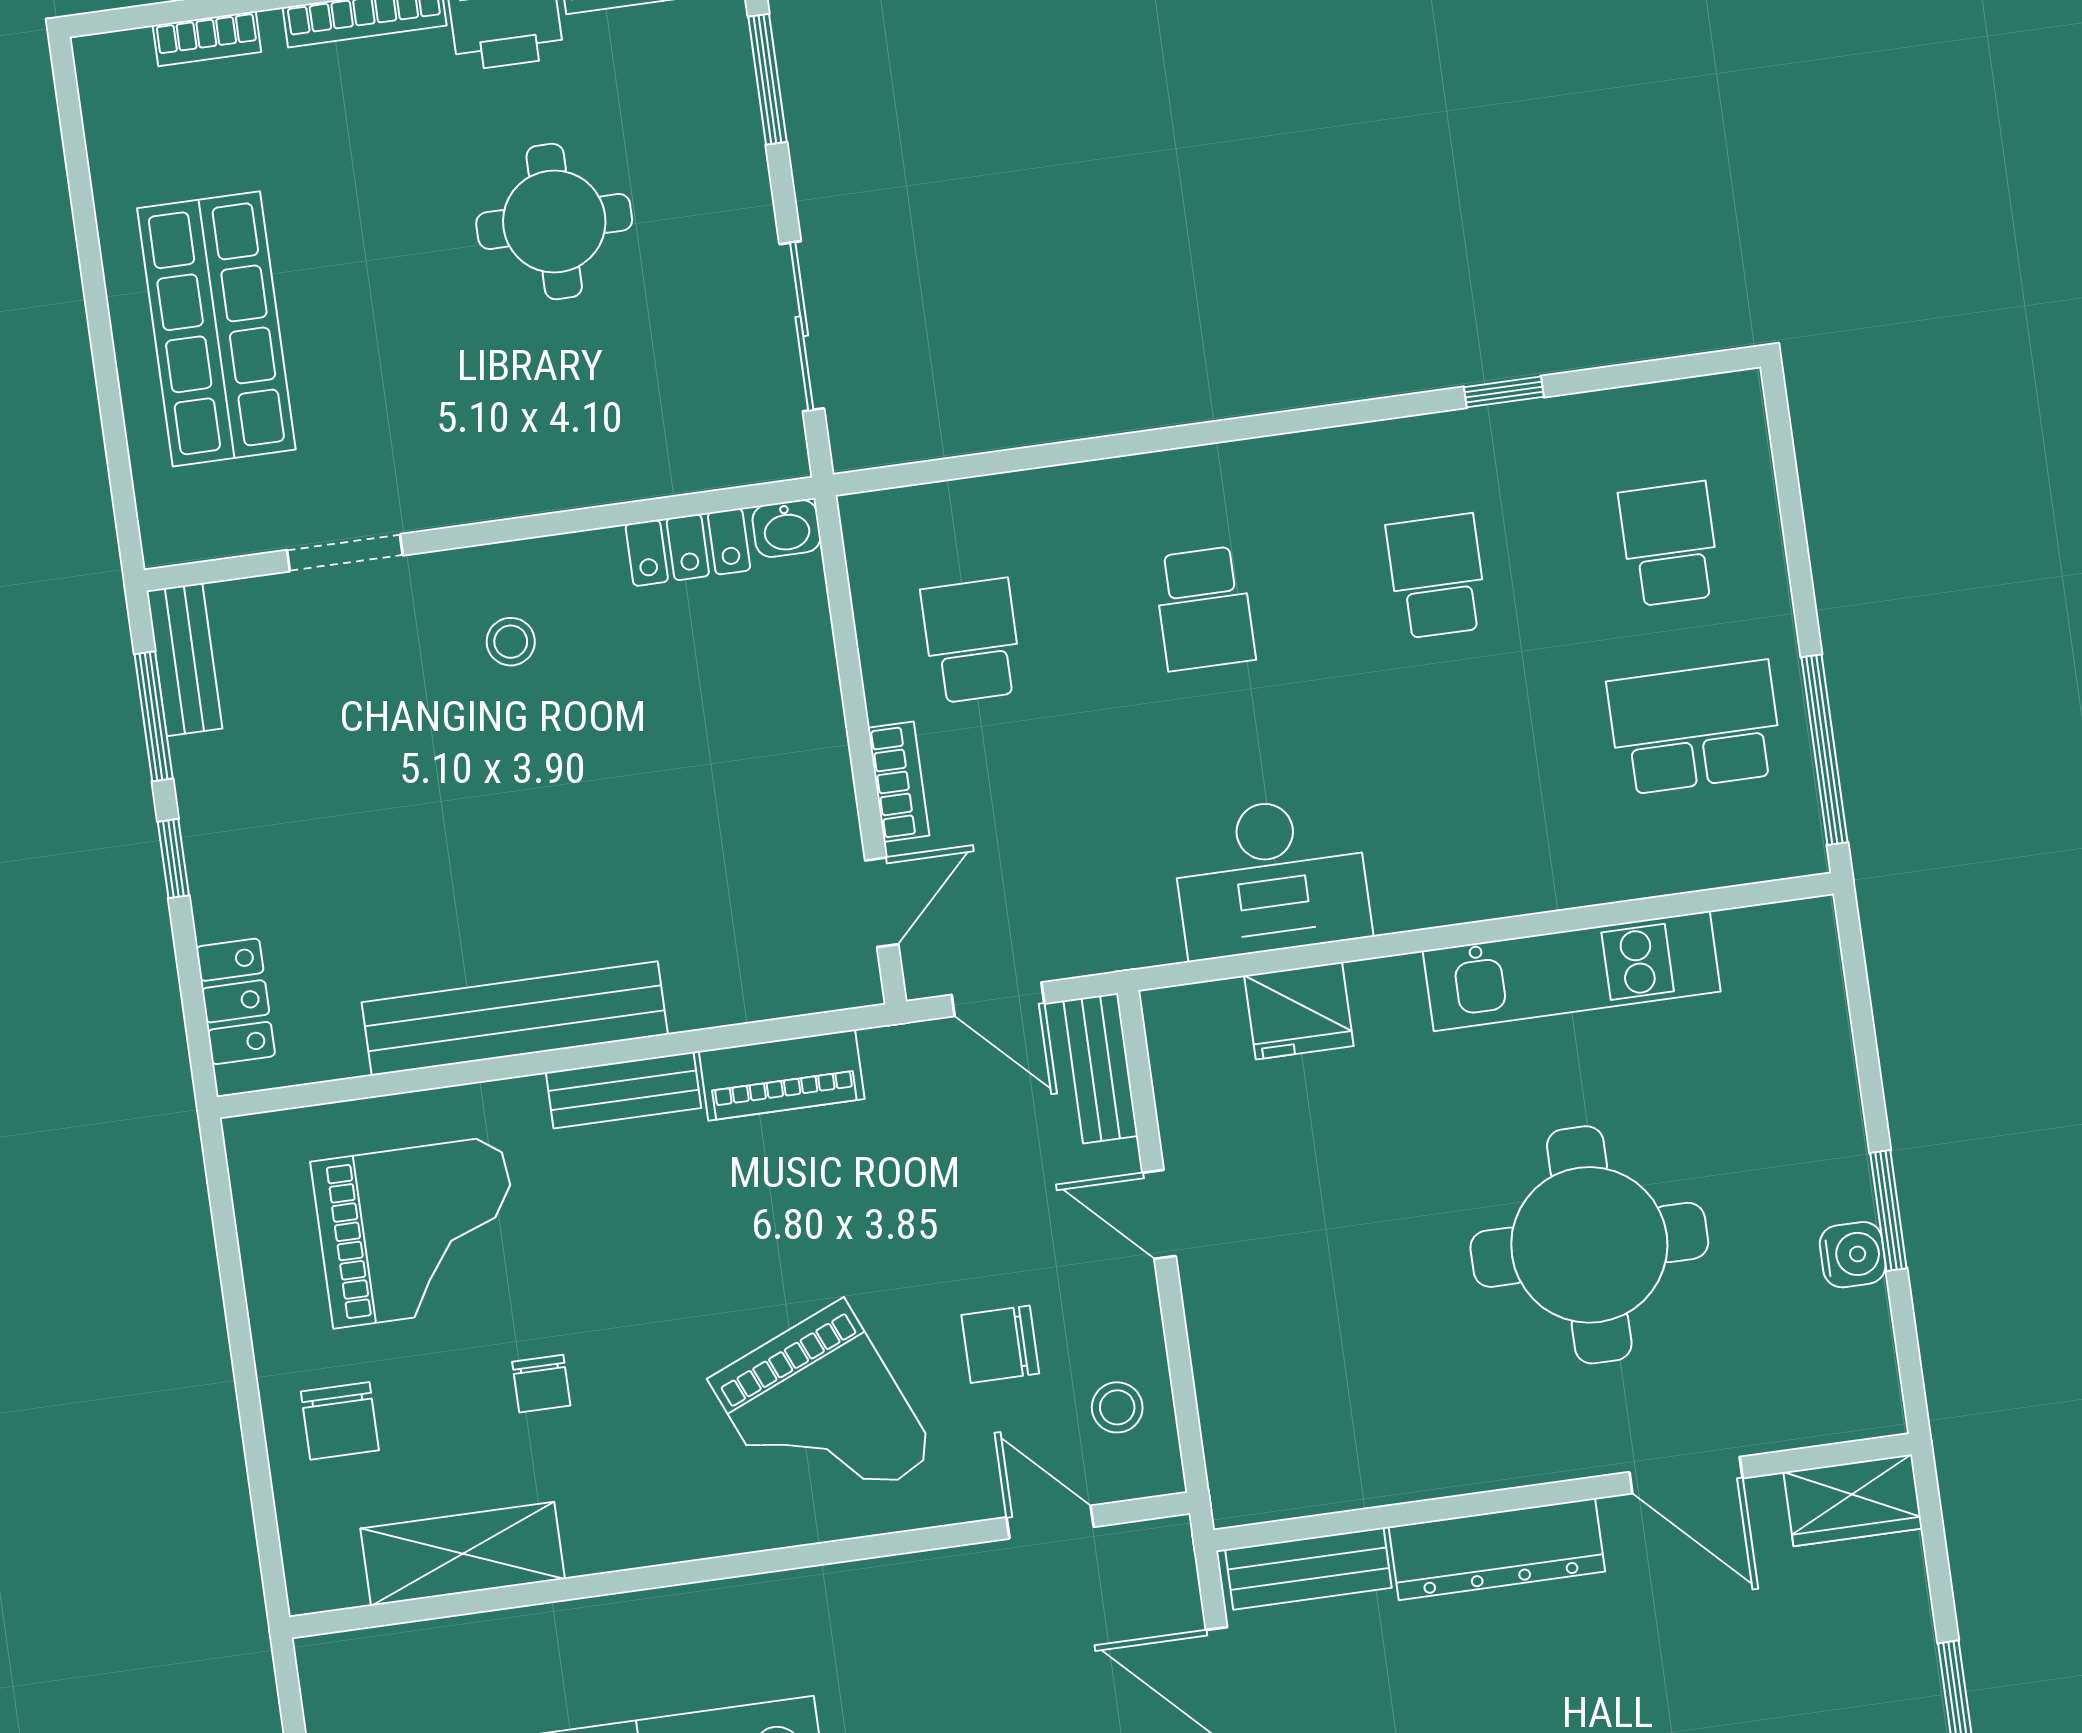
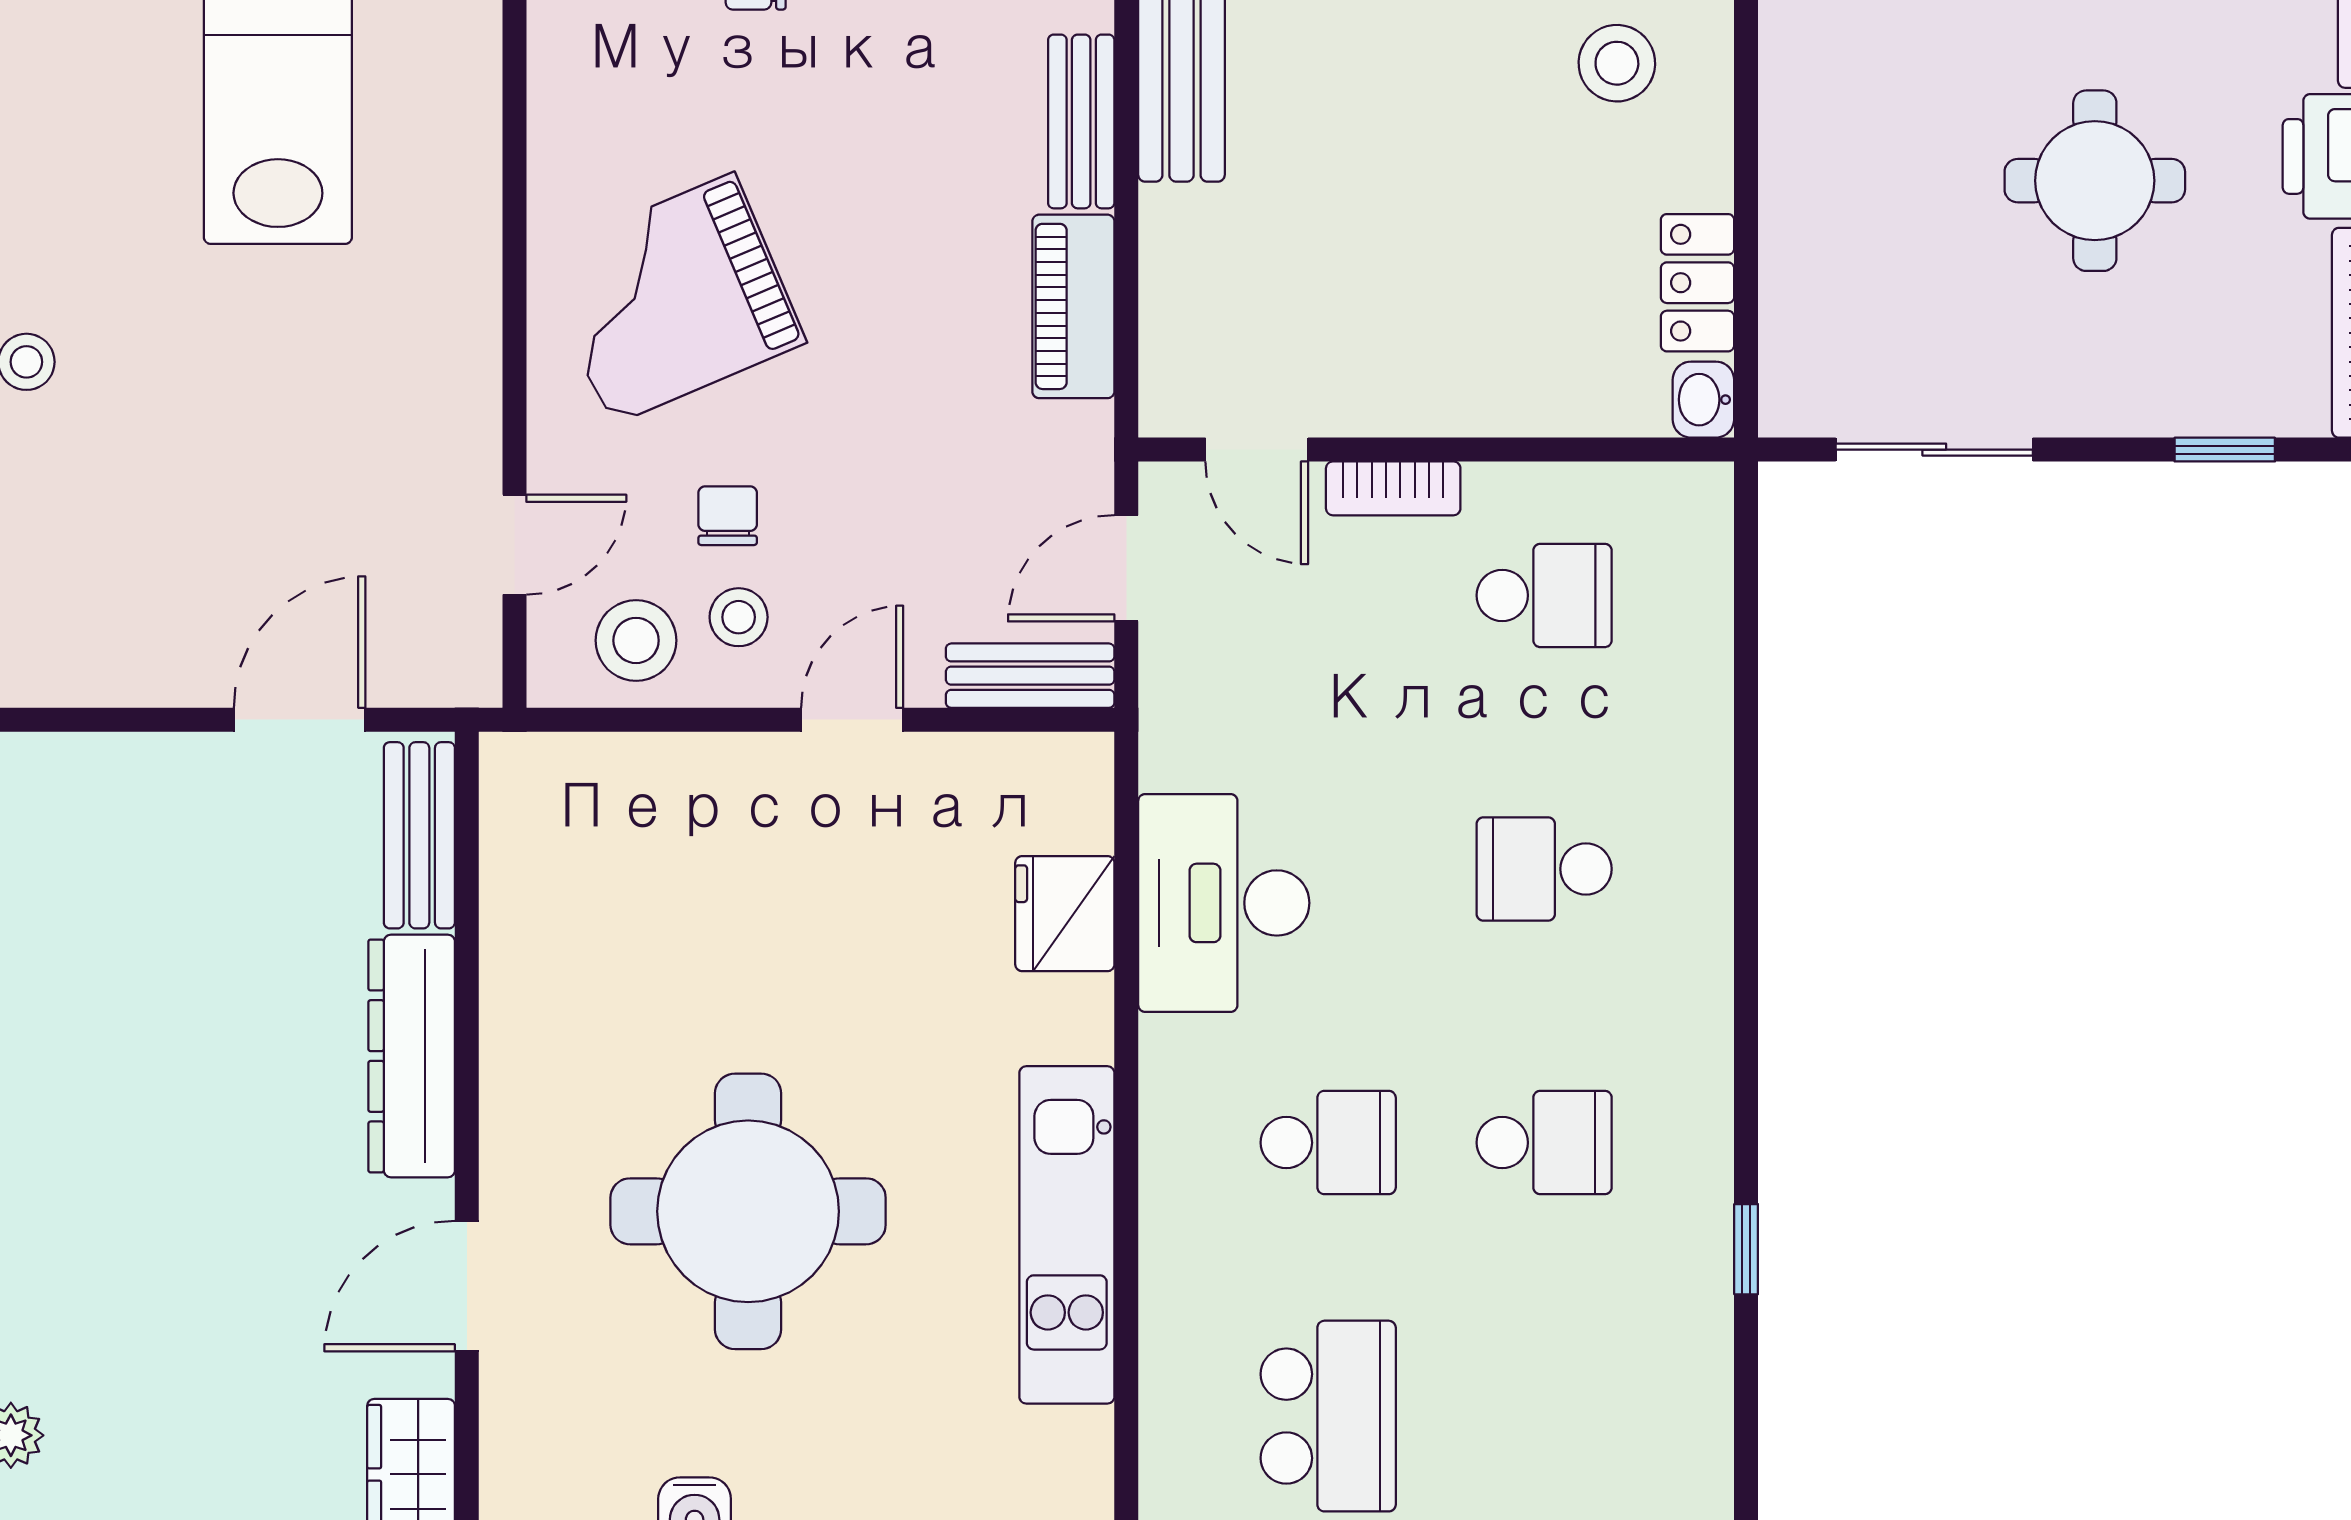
window: (768, 79) -> (2225, 450), width x0.67
school desk: (1669, 544) -> (1328, 1143), moved
stool: (511, 642) -> (1617, 63), width x1.37, depth x1.37
stool: (1085, 1323) -> (739, 617), added
chair: (1000, 1344) -> (728, 516), width x0.73, depth x0.73
stool: (1117, 1407) -> (636, 640), width x1.37, depth x1.37

